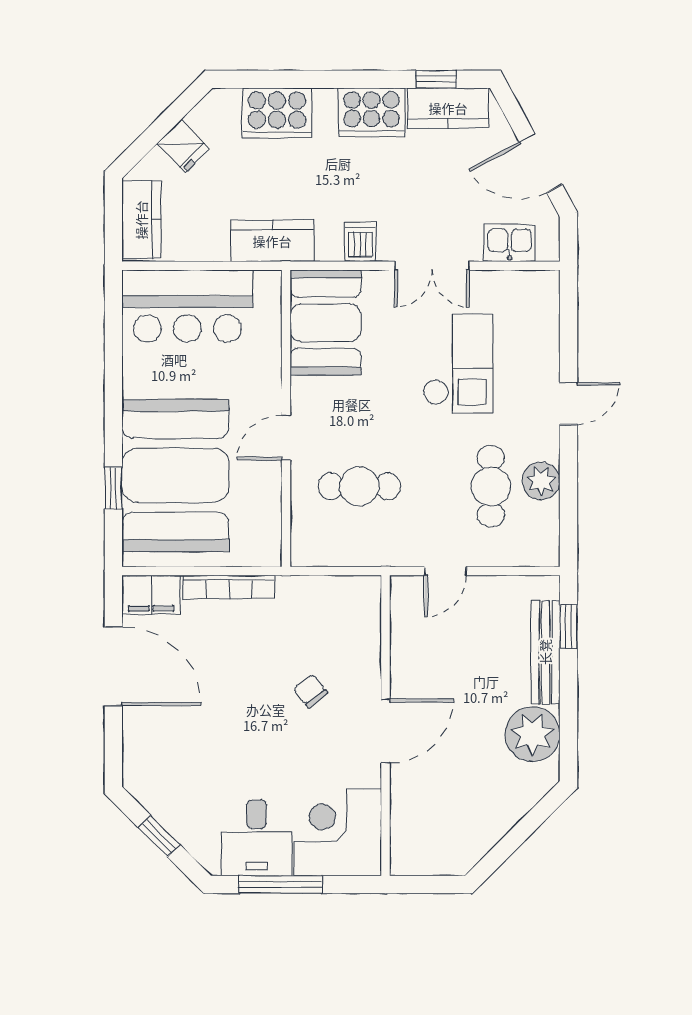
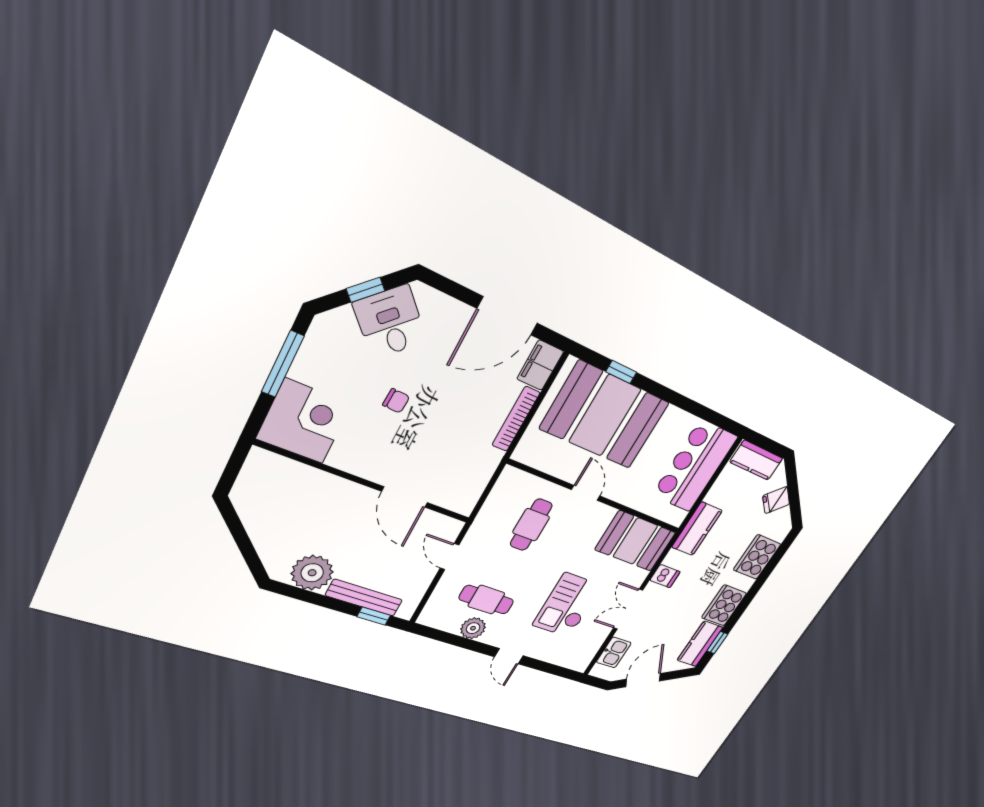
checkout: (458, 363) -> (567, 605), turned 90
chair: (311, 691) -> (396, 401), moved, turned 41
door: (386, 731) -> (405, 497), moved
desk: (256, 838) -> (390, 322), moved, turned 45

